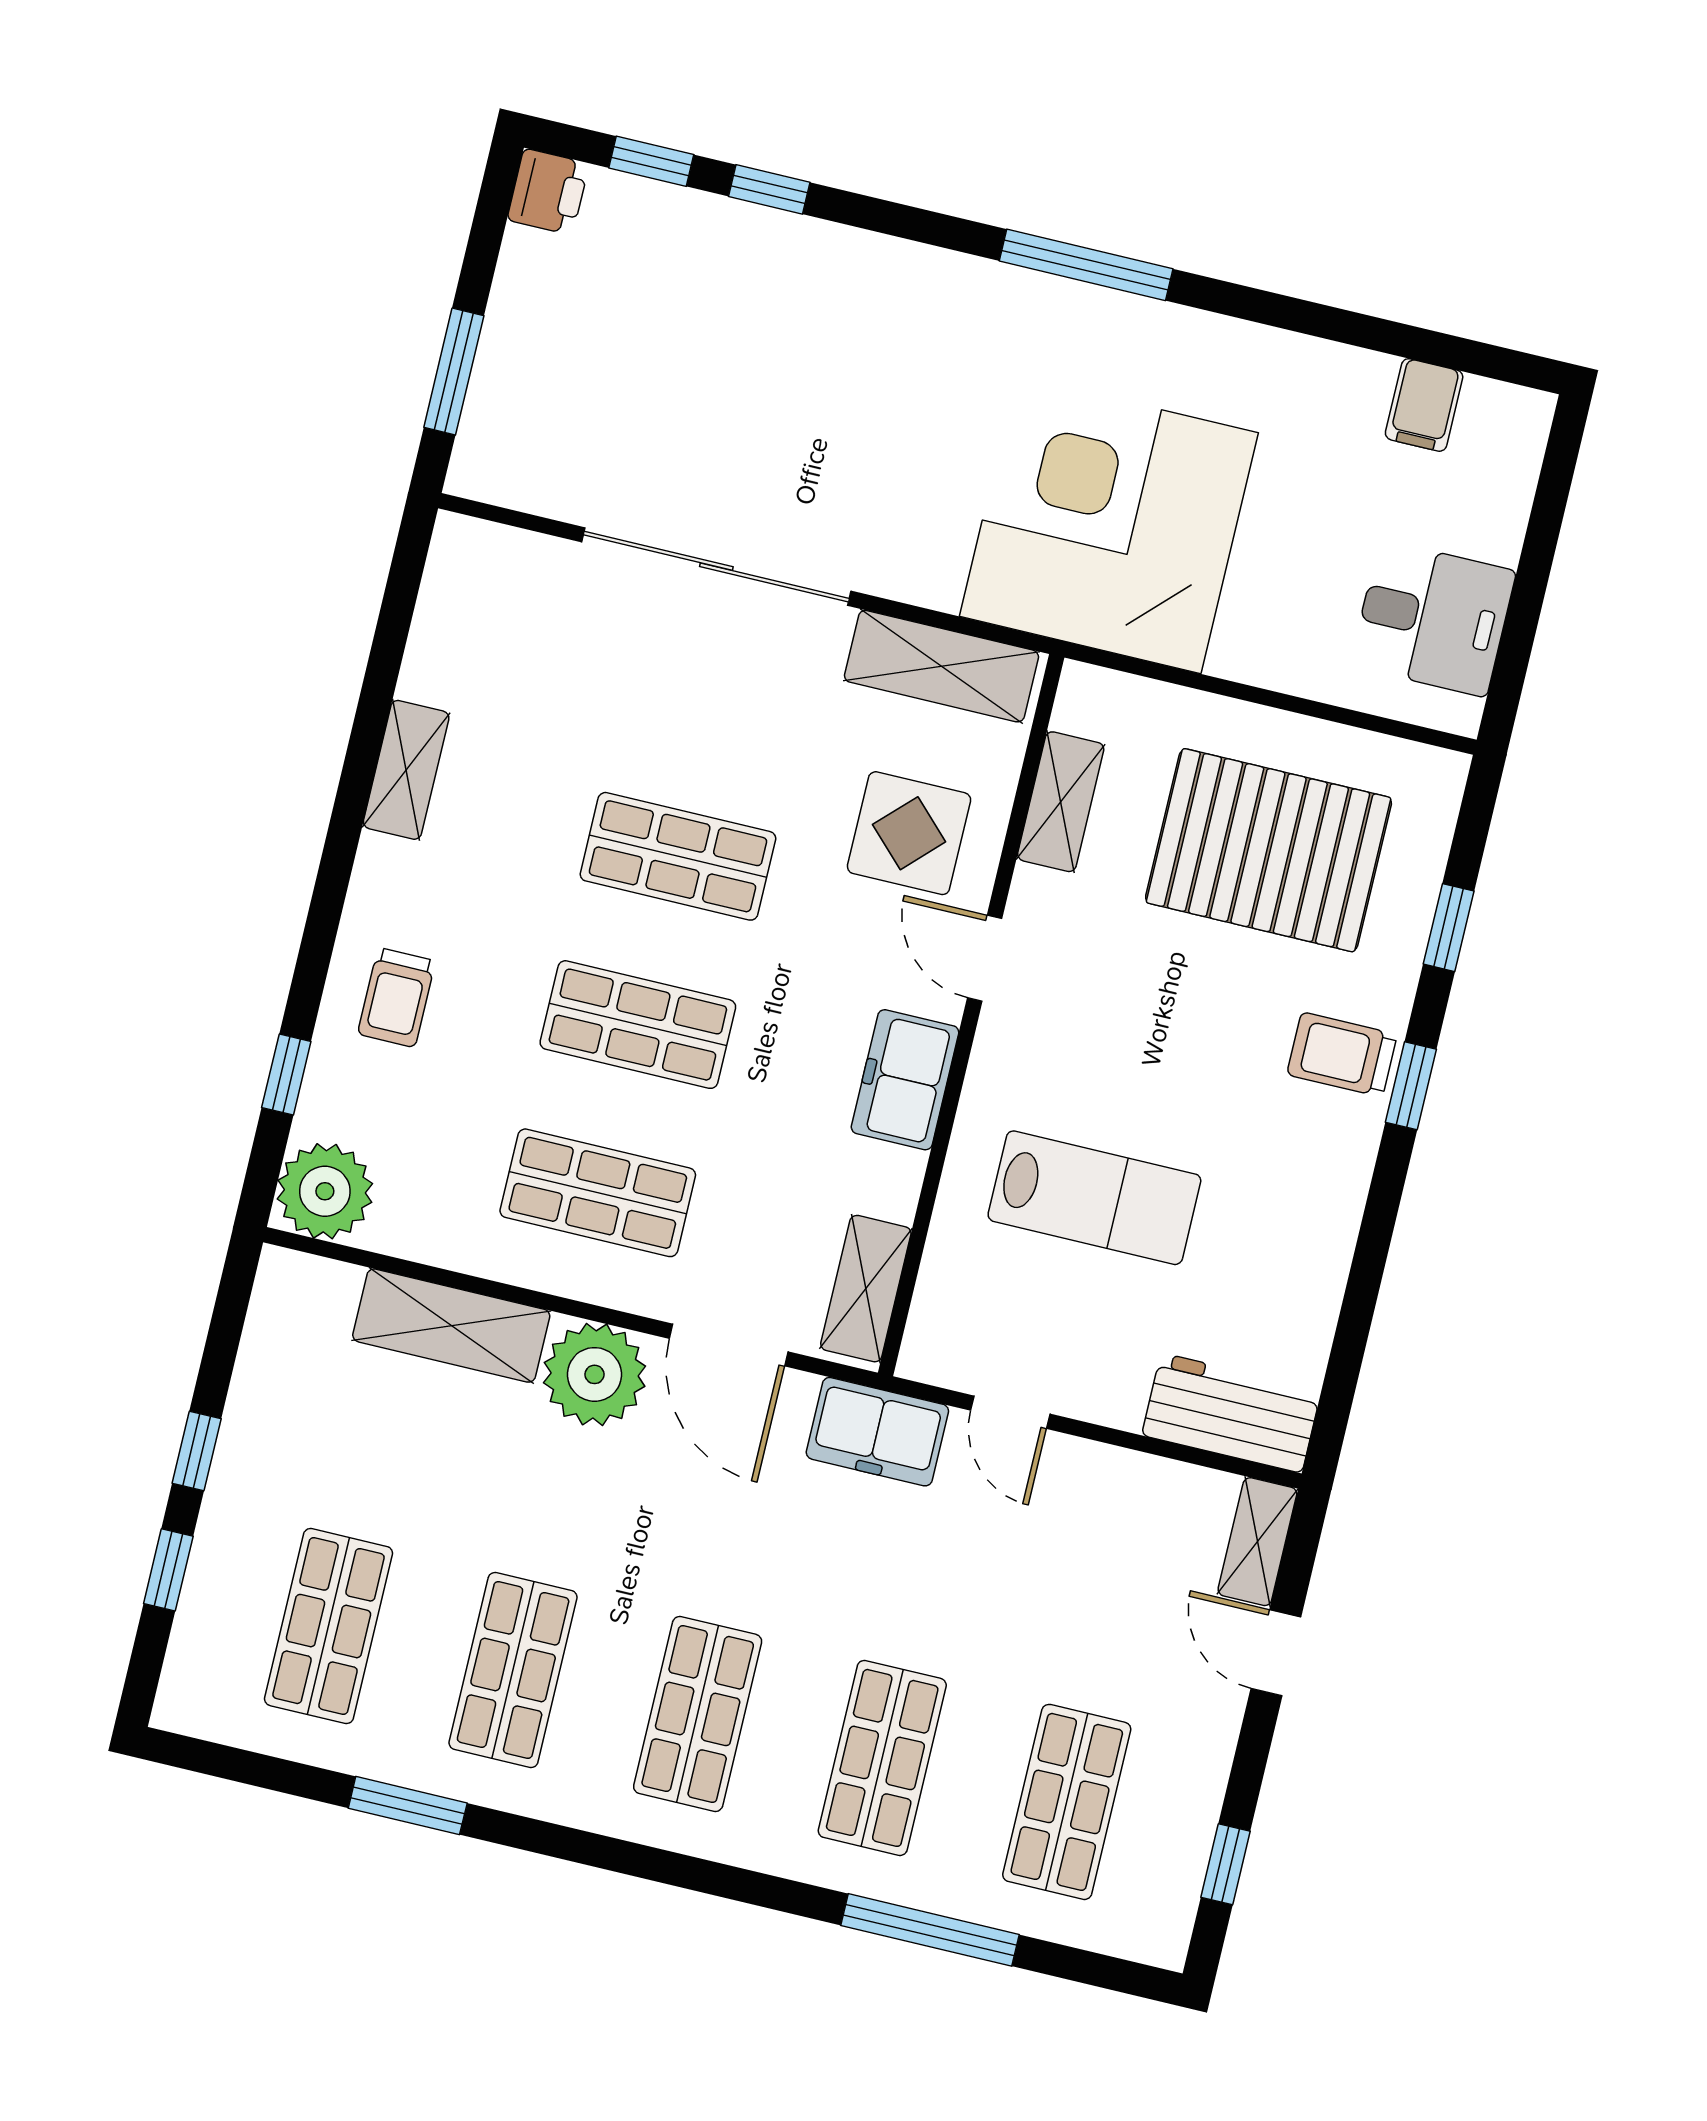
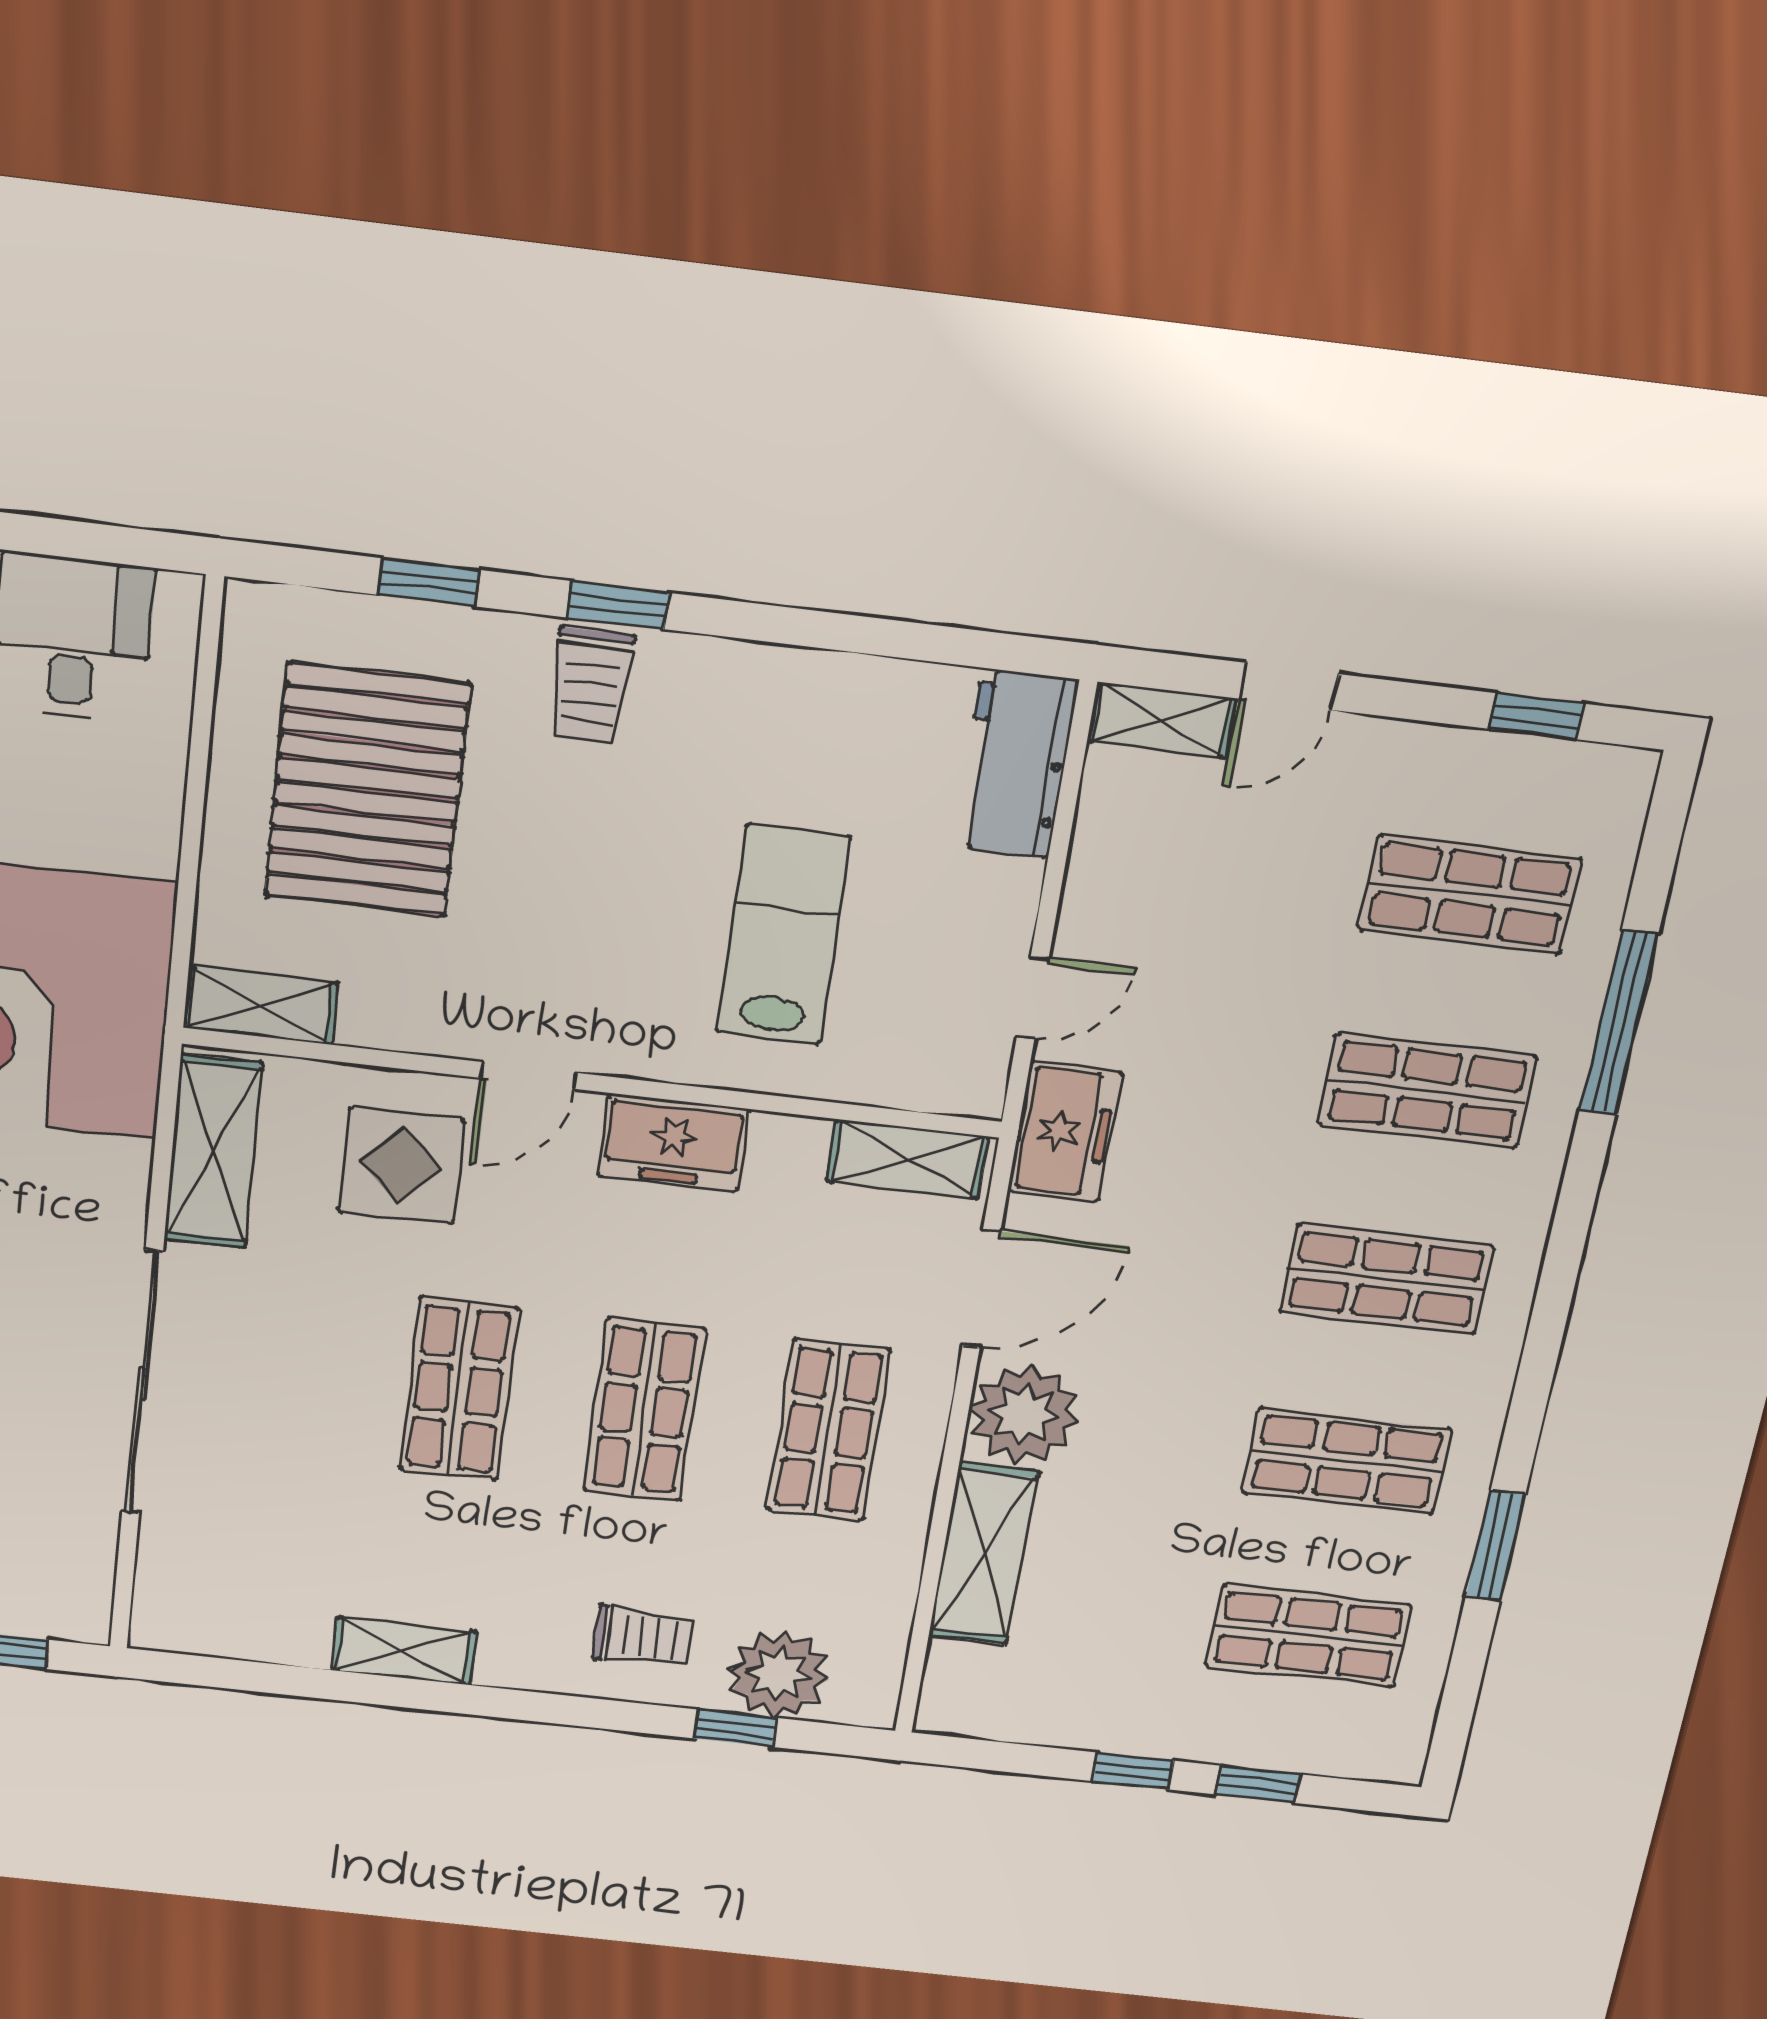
shelving: (1061, 802) -> (260, 1005), moved
plant: (325, 1191) -> (779, 1674), moved

